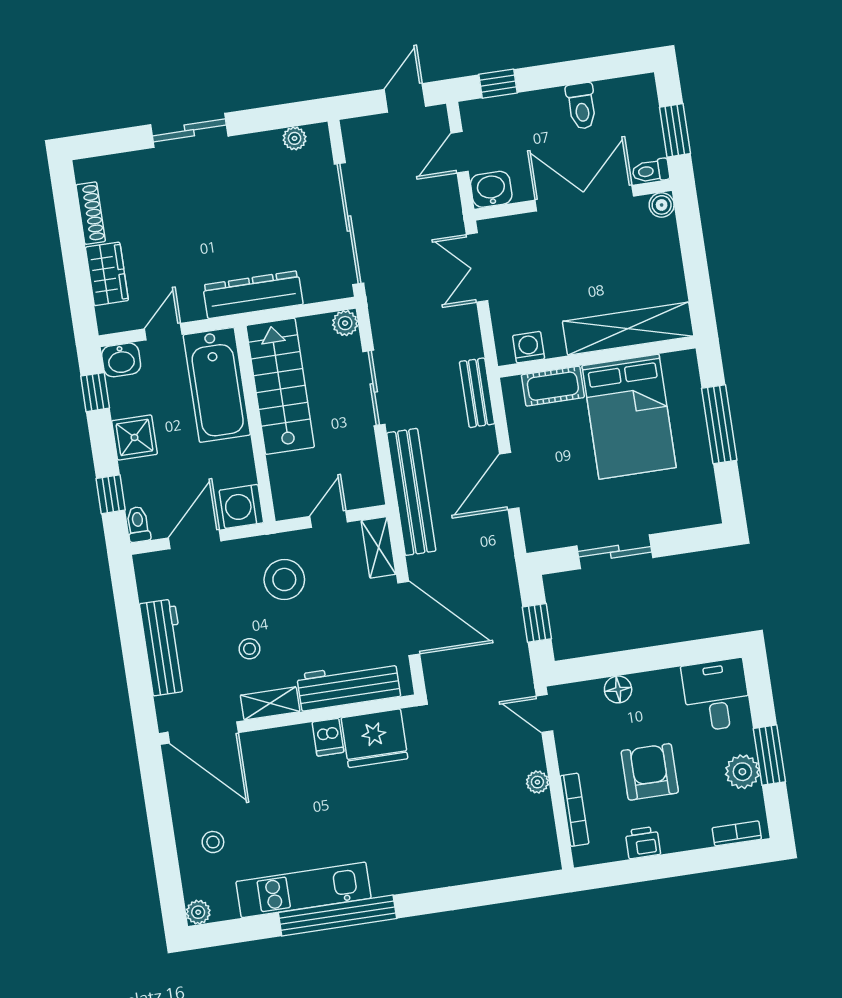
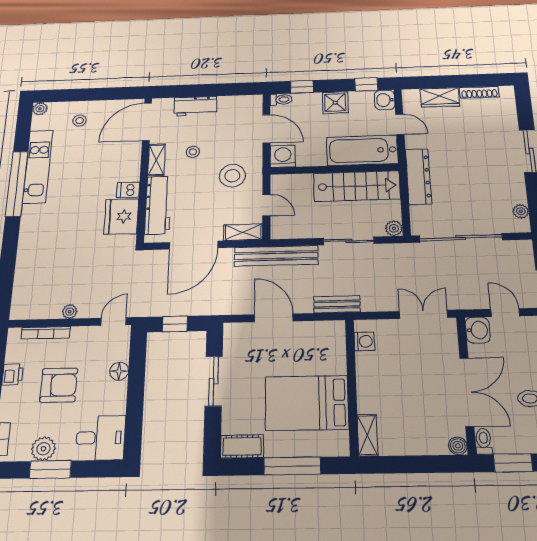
shelving: (628, 329) -> (367, 435), width x0.45, depth x0.75
cot: (553, 386) -> (242, 446), moved, turned 90
workbench: (164, 647) -> (195, 106), width x0.73

